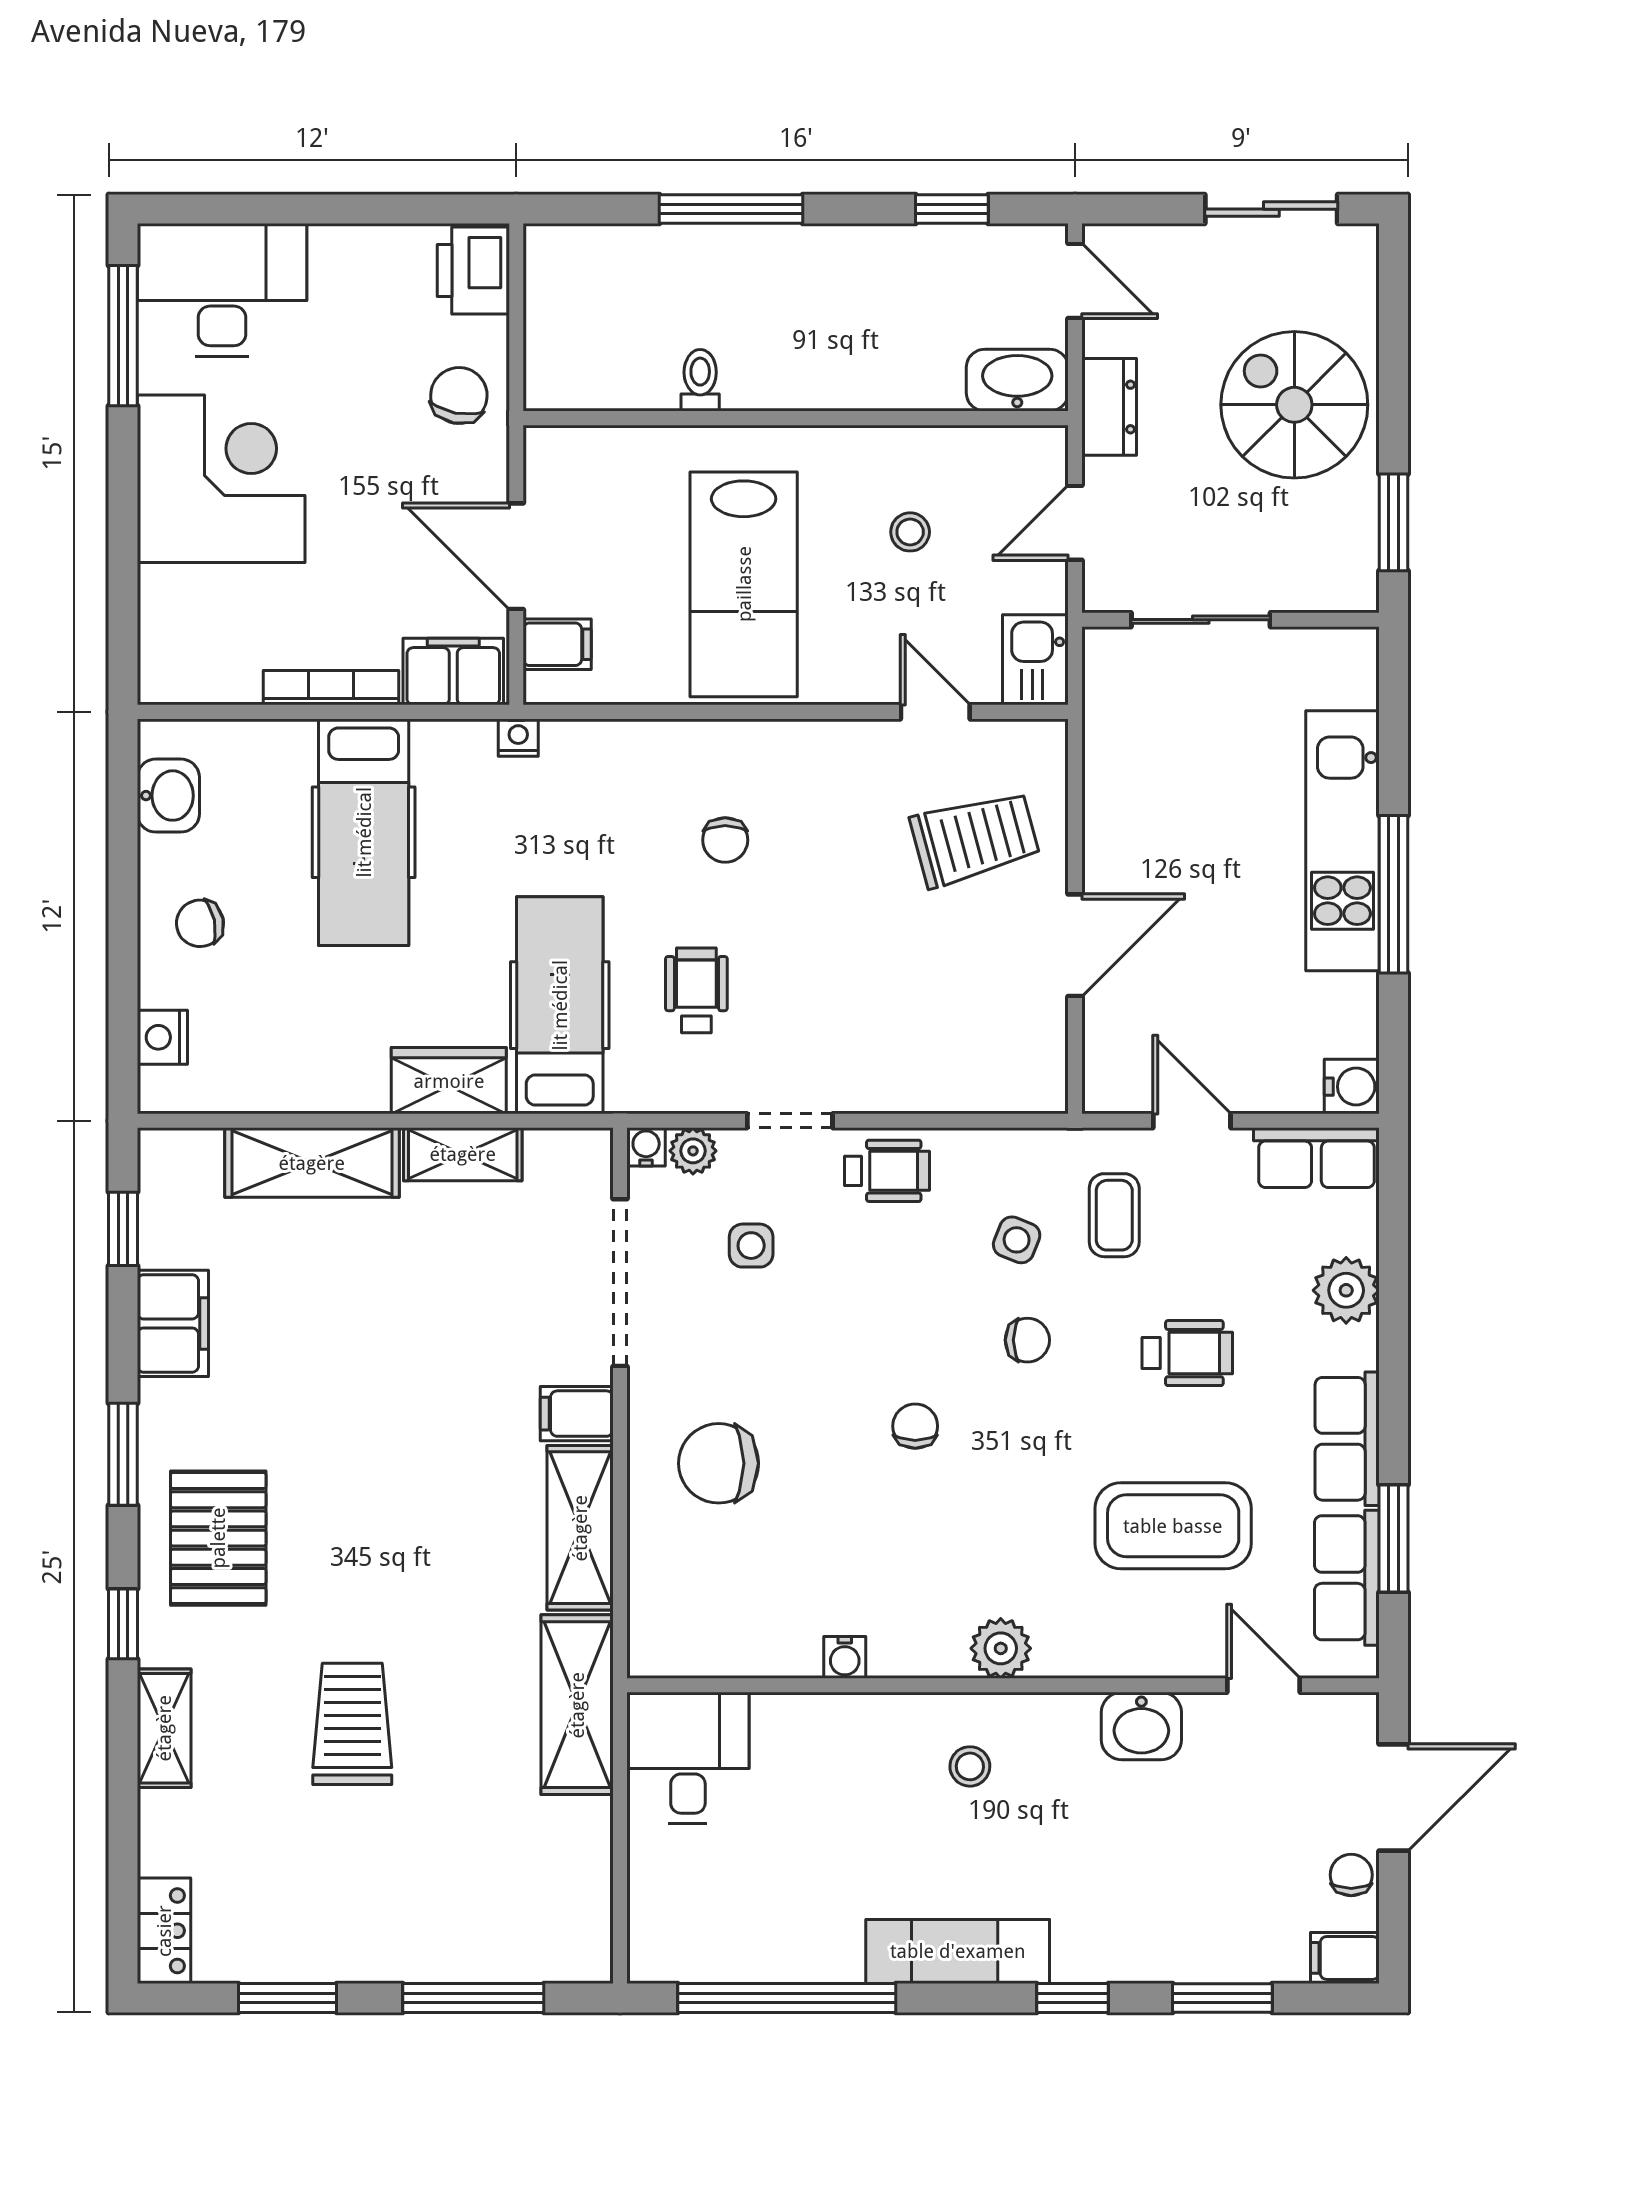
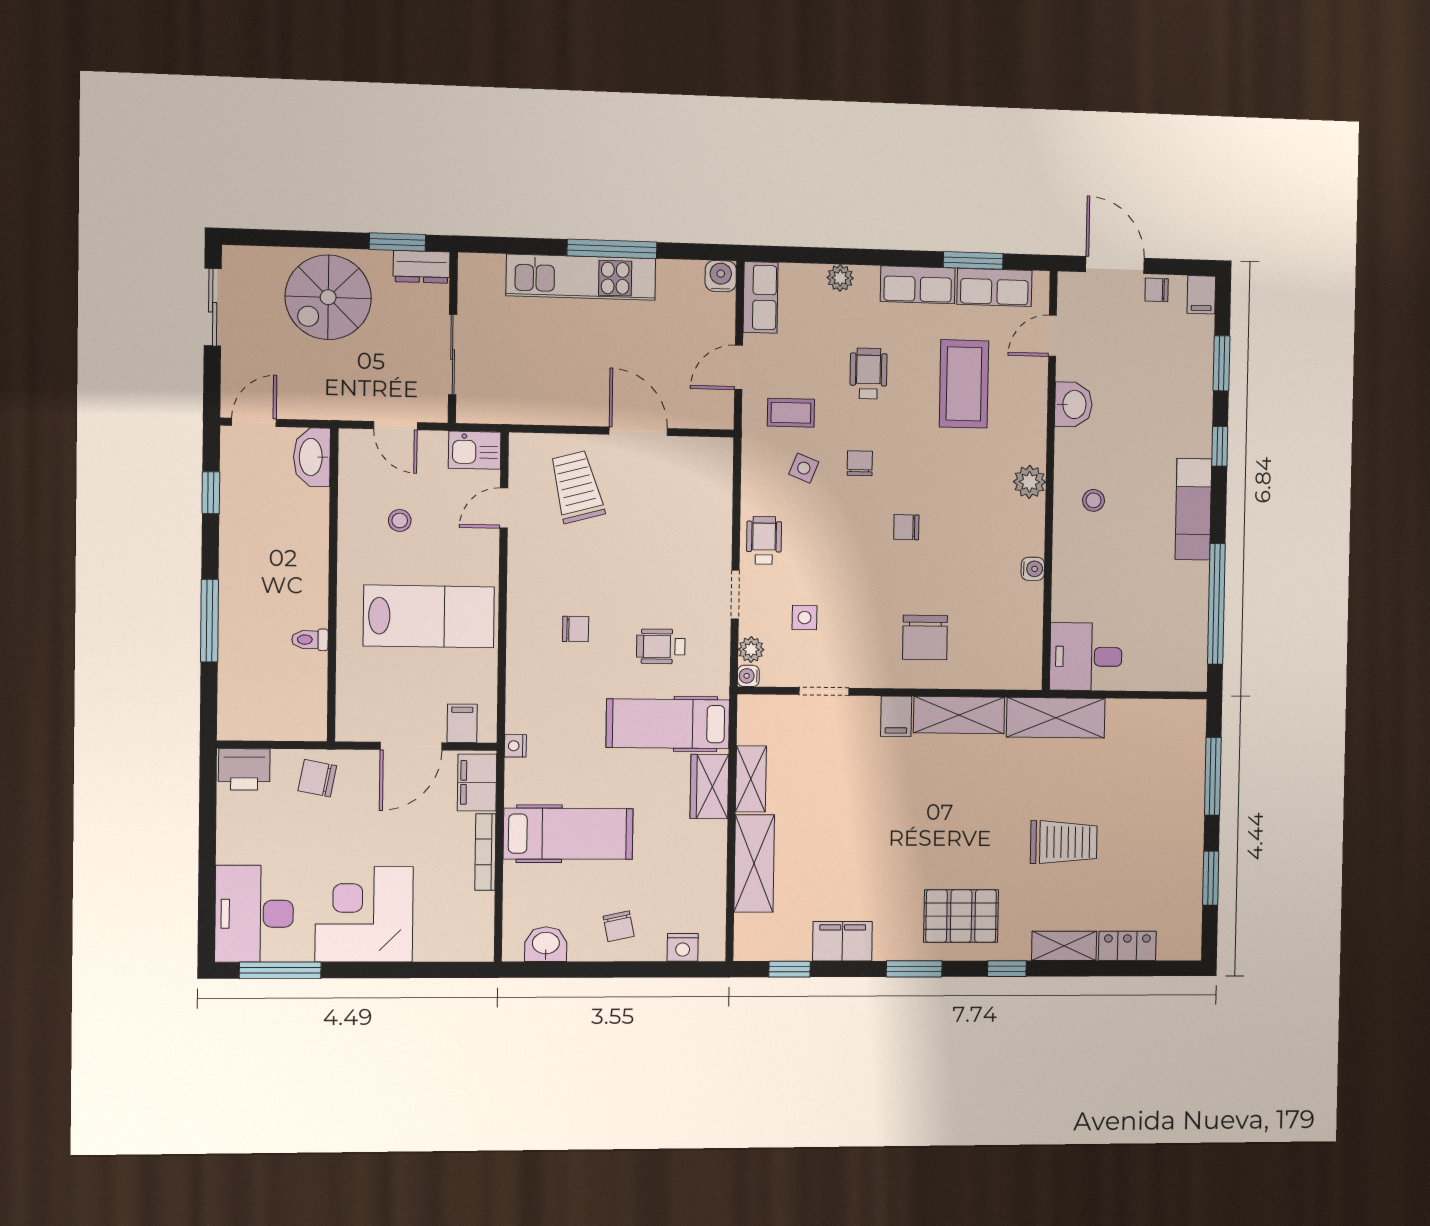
dresser: (1109, 407) -> (422, 267), moved, turned 180
doorway: (620, 1283) -> (824, 691), width x0.53
plant: (1346, 1290) -> (840, 278), width x0.73, depth x0.73
trolley: (352, 1724) -> (1064, 842), turned 180
locker: (164, 1931) -> (1127, 946), moved

